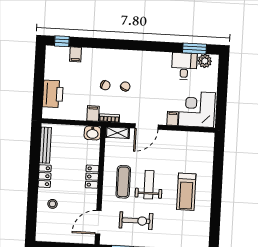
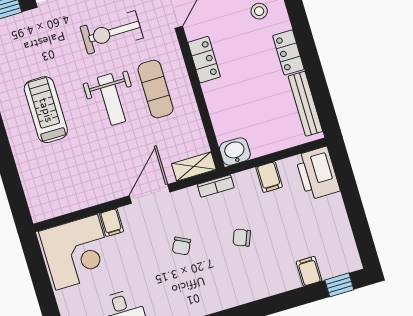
chair: (125, 86) -> (181, 246), moved
printer: (53, 94) -> (317, 173), moved
filing cabinet: (93, 113) -> (269, 177), moved
locker: (92, 177) -> (204, 60), moved

